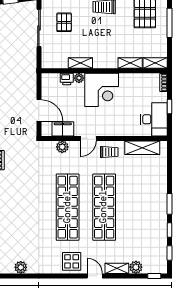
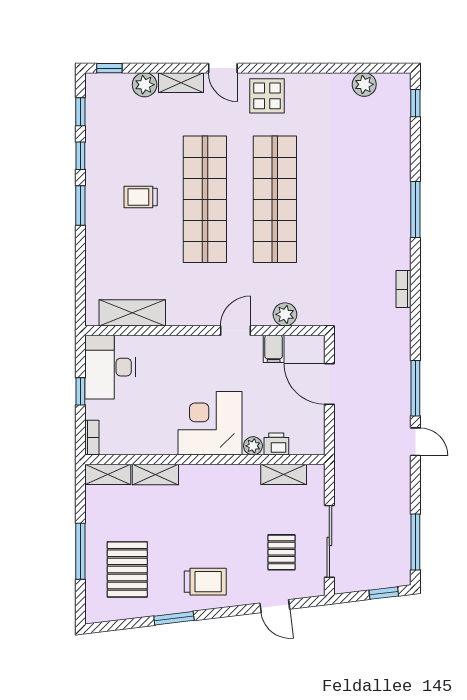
shelving: (80, 63) -> (284, 474), moved
filing cabinet: (63, 129) -> (274, 349), width x0.50
trolley: (109, 152) -> (141, 197), moved

